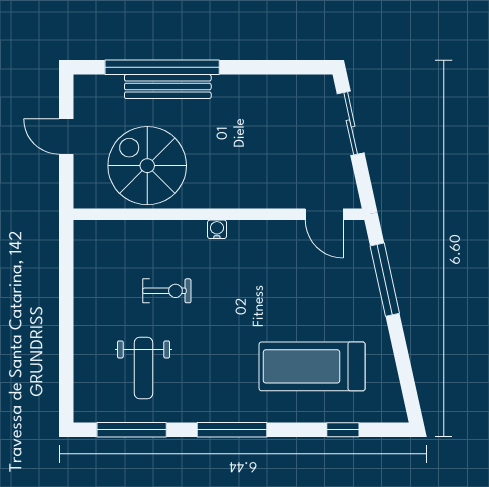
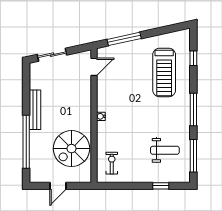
bench: (168, 87) -> (35, 110), moved
exercise bike: (167, 291) -> (112, 163), moved
window: (66, 359) -> (161, 186), added

